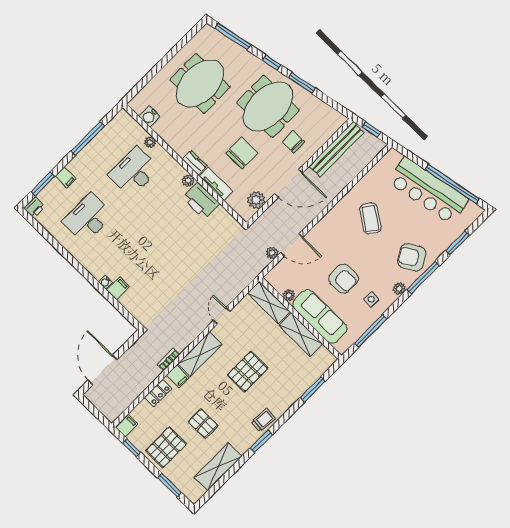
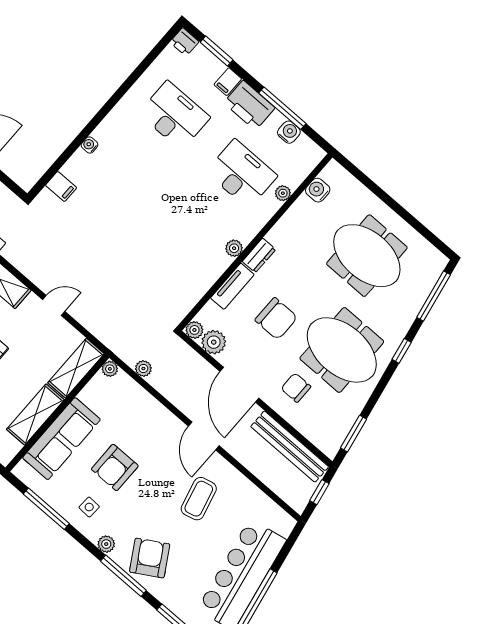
window: (302, 83) -> (353, 434), moved
water cooler: (106, 135) -> (289, 132), added
chair: (293, 142) -> (296, 388), turned -90
printer: (201, 201) -> (249, 105), moved, turned -90
plant: (246, 214) -> (194, 330), added
coffee table: (370, 218) -> (199, 499), turned -49
door: (292, 245) -> (204, 436), moved
filing cabinet: (118, 288) -> (61, 186), moved
plant: (289, 295) -> (110, 369), moved

